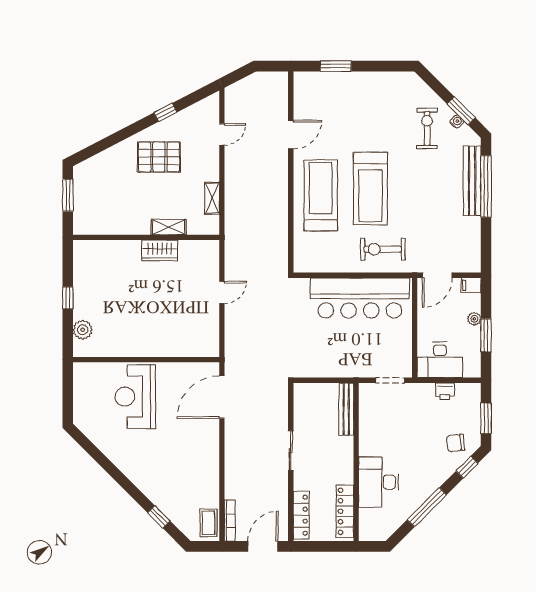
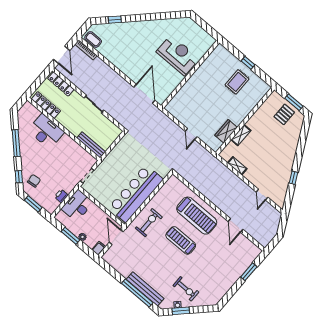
pallet: (159, 157) -> (284, 114), moved, width x0.67, depth x0.71
treadmill: (370, 188) -> (181, 240), width x0.73, depth x0.73
wardrobe: (160, 250) -> (226, 131), moved
rug: (104, 291) -> (237, 82), added
plant: (83, 330) -> (228, 57), removed

